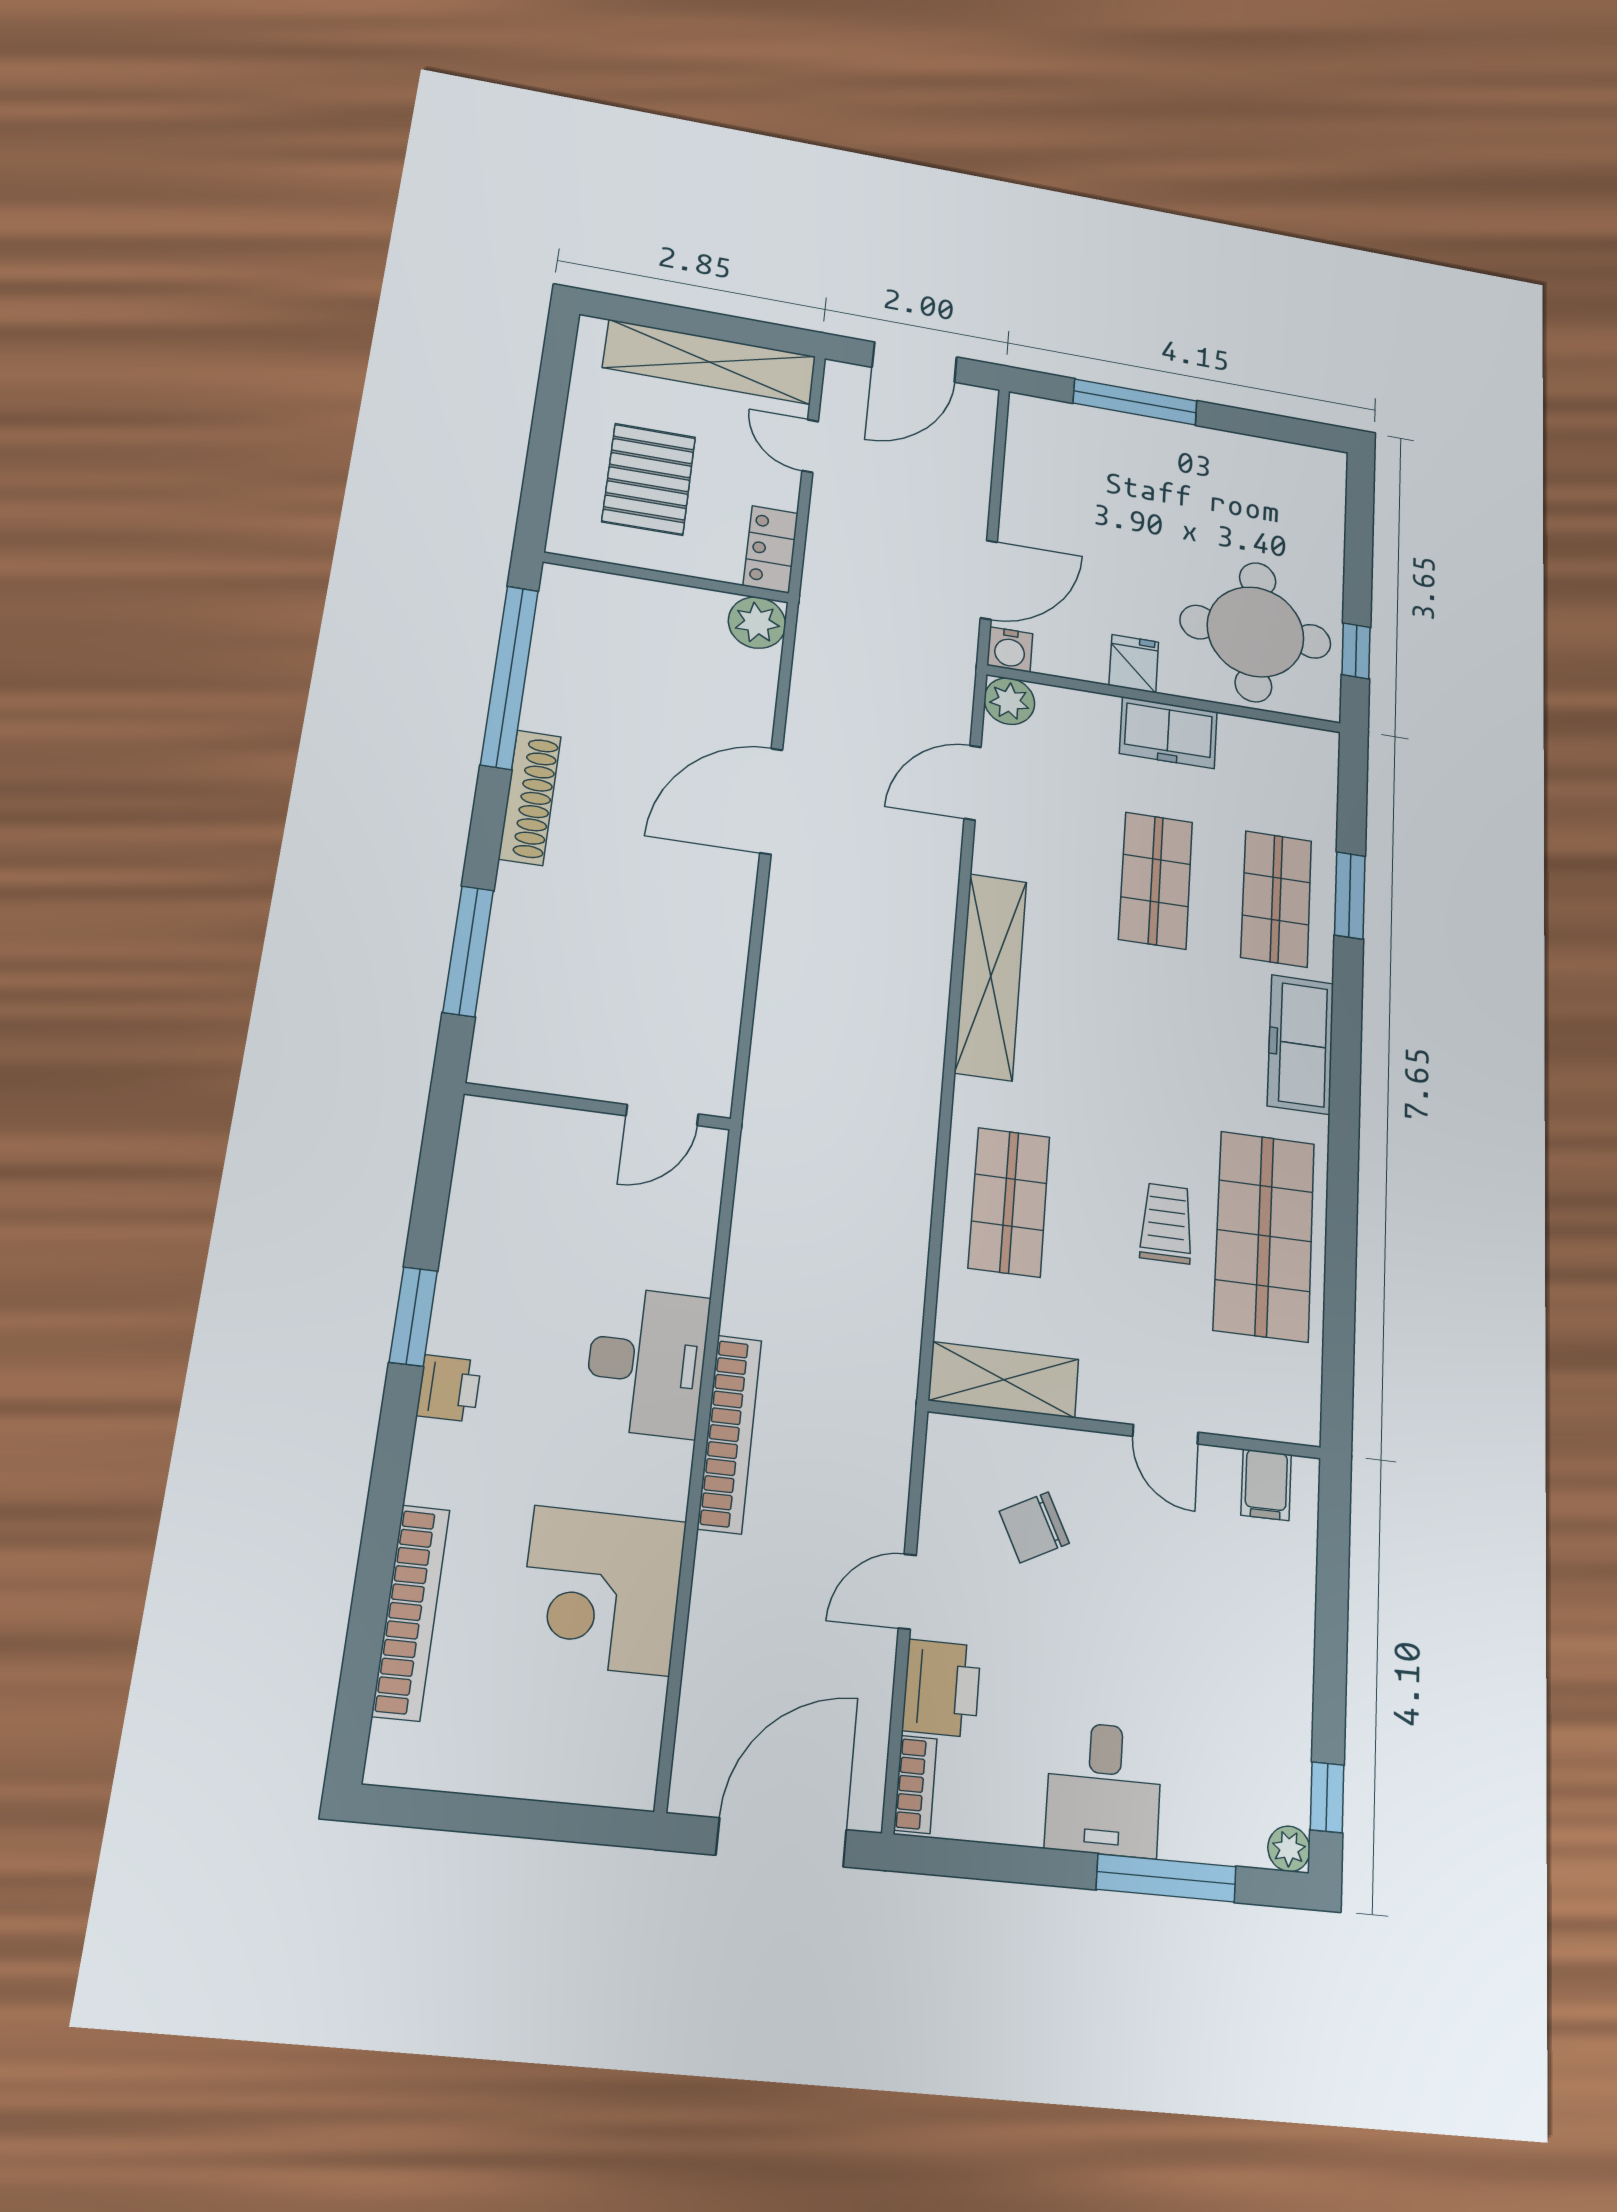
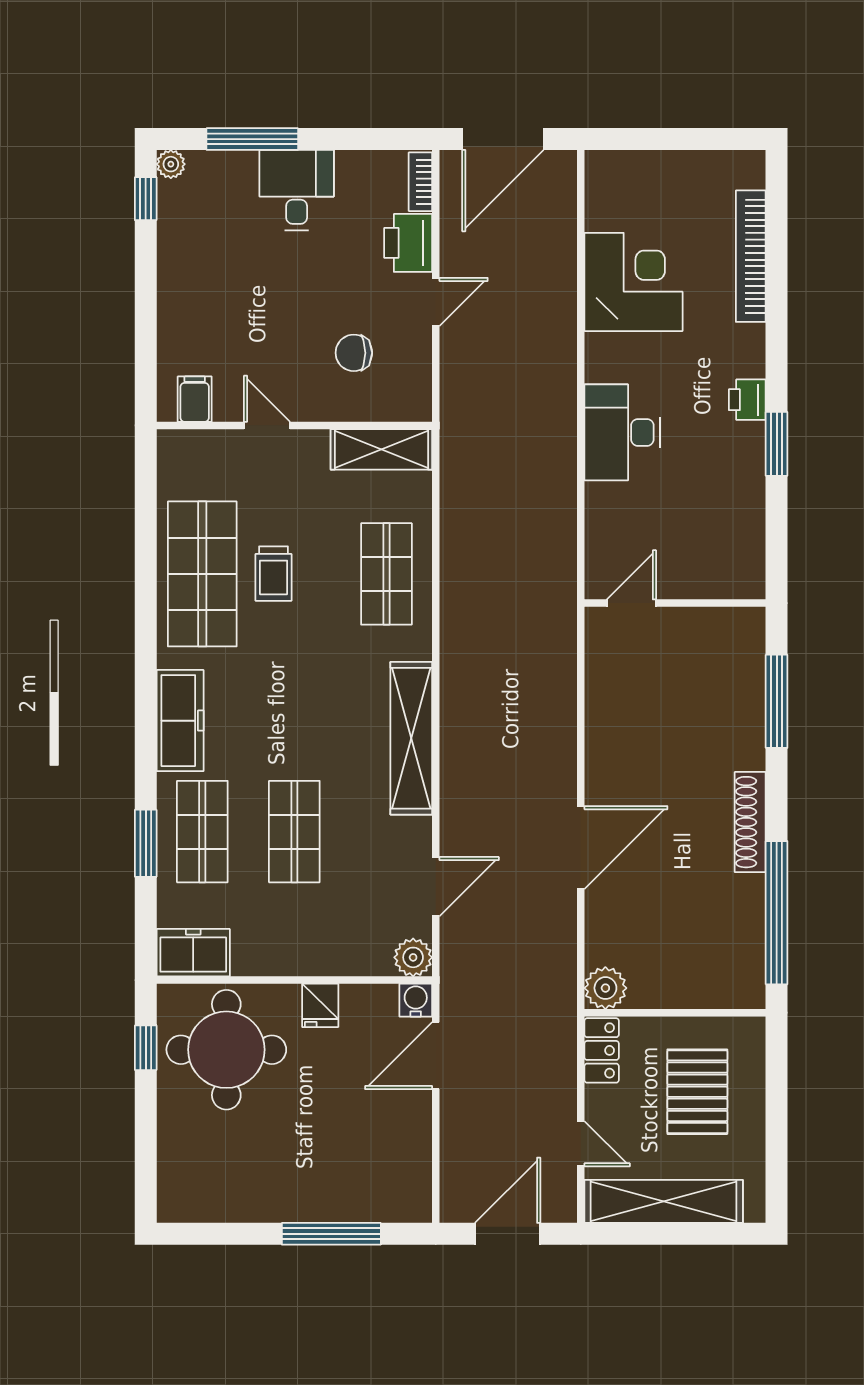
freezer: (1168, 733) -> (193, 953), moved
bookcase: (730, 1434) -> (563, 391), removed
chair: (1034, 1527) -> (354, 353), turned -153

